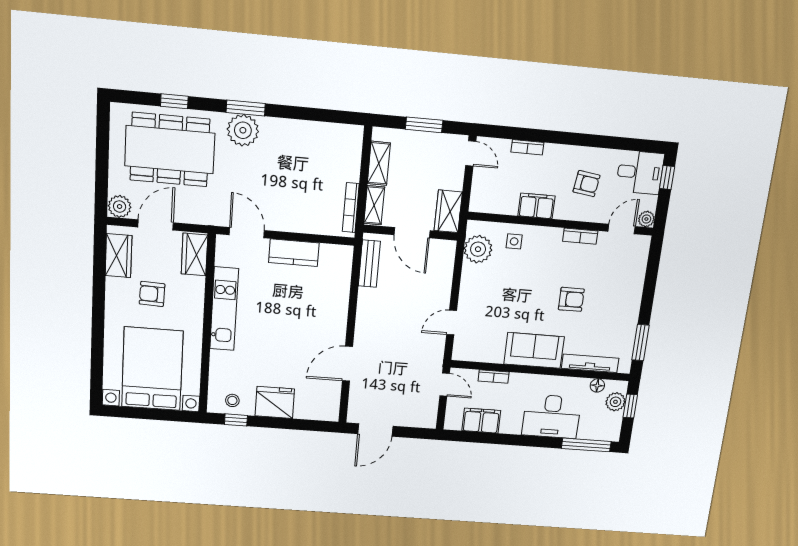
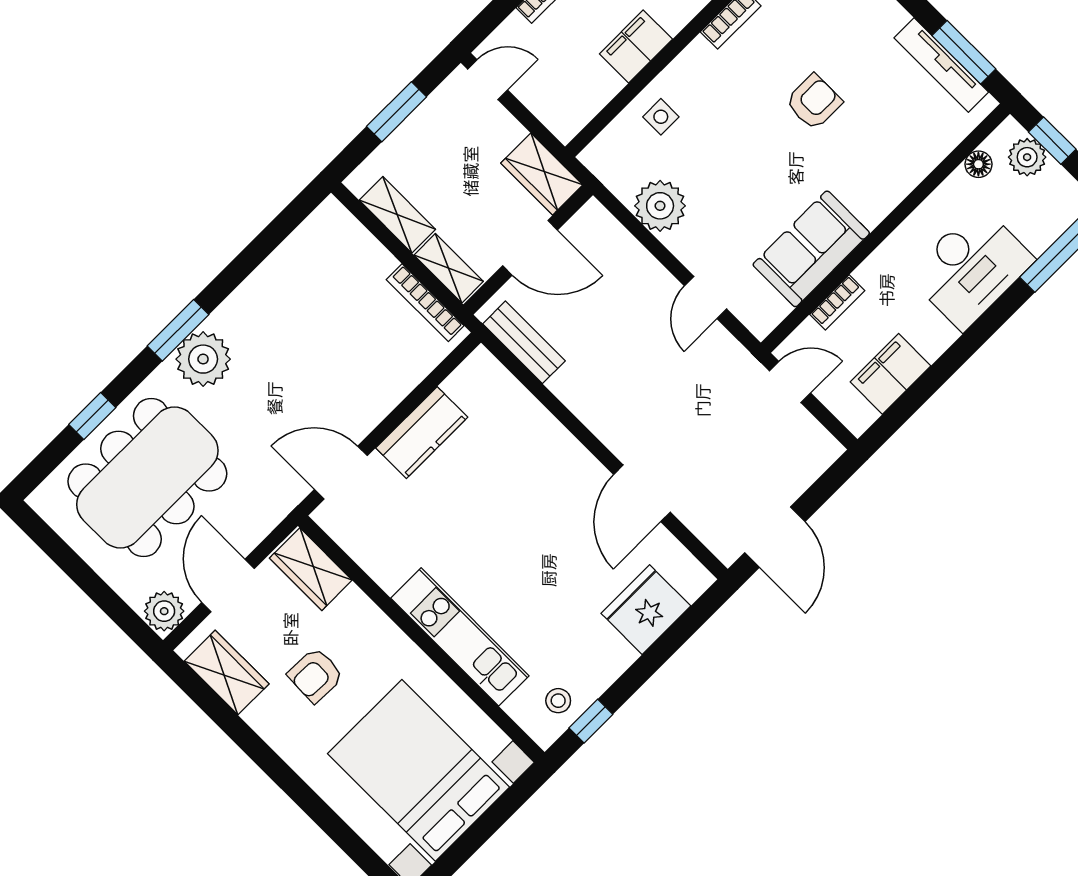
plant: (478, 249) -> (660, 206), moved
kitchen unit: (224, 309) -> (460, 637), moved
sofa: (534, 350) -> (811, 249), moved
tv unit: (590, 363) -> (941, 65), moved, turned -90
fridge: (275, 402) -> (646, 610), moved

